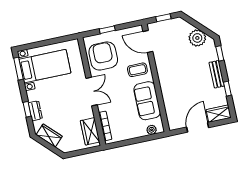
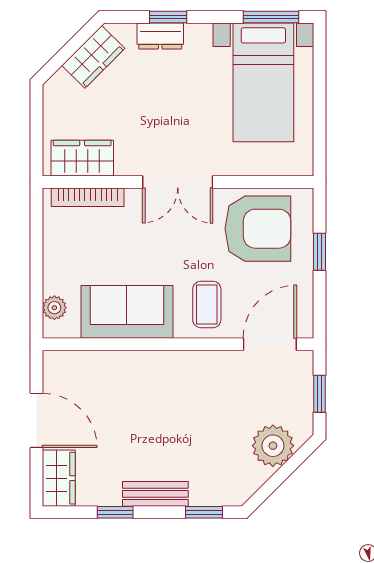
plant: (197, 38) -> (273, 446), moved

